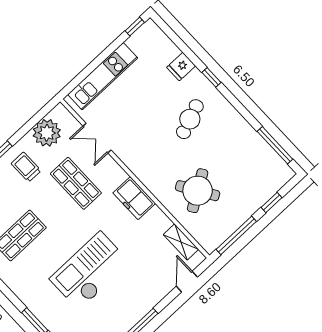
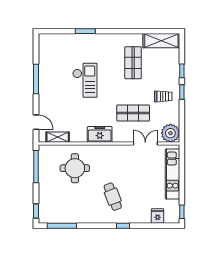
fridge: (181, 67) -> (158, 216), moved
plant: (47, 133) -> (170, 133), moved
round table: (198, 191) -> (75, 168), turned 32
window: (271, 203) -> (36, 211), moved
checkout: (90, 271) -> (85, 80), width x0.73, depth x0.83

